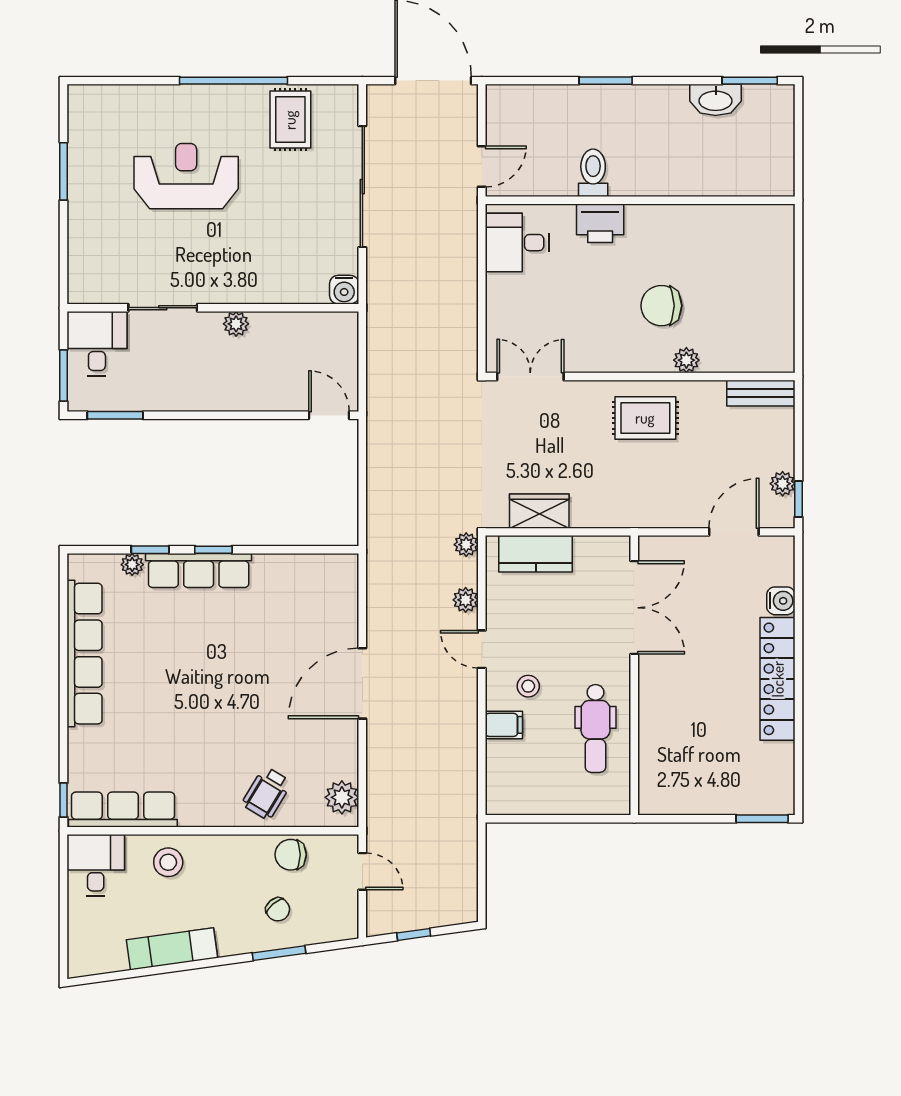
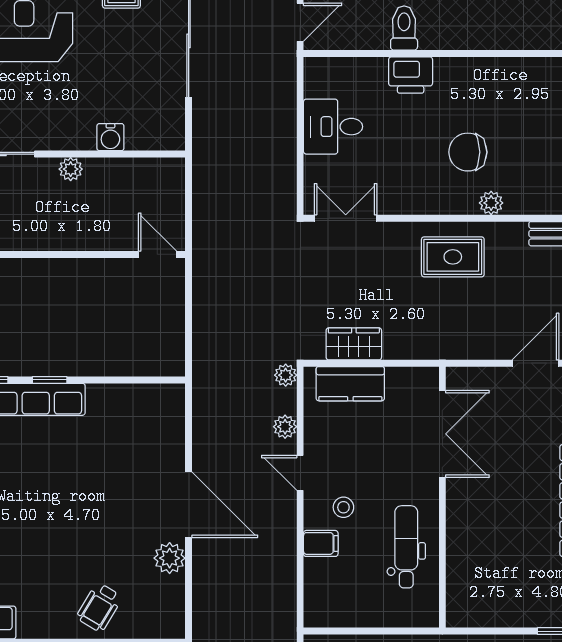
desk: (517, 243) -> (333, 127), moved
water cooler: (344, 290) -> (110, 137), moved
door: (362, 683) -> (189, 505), swing flipped
dental chair: (596, 728) -> (406, 547), turned 180
plant: (342, 797) -> (170, 558), moved

